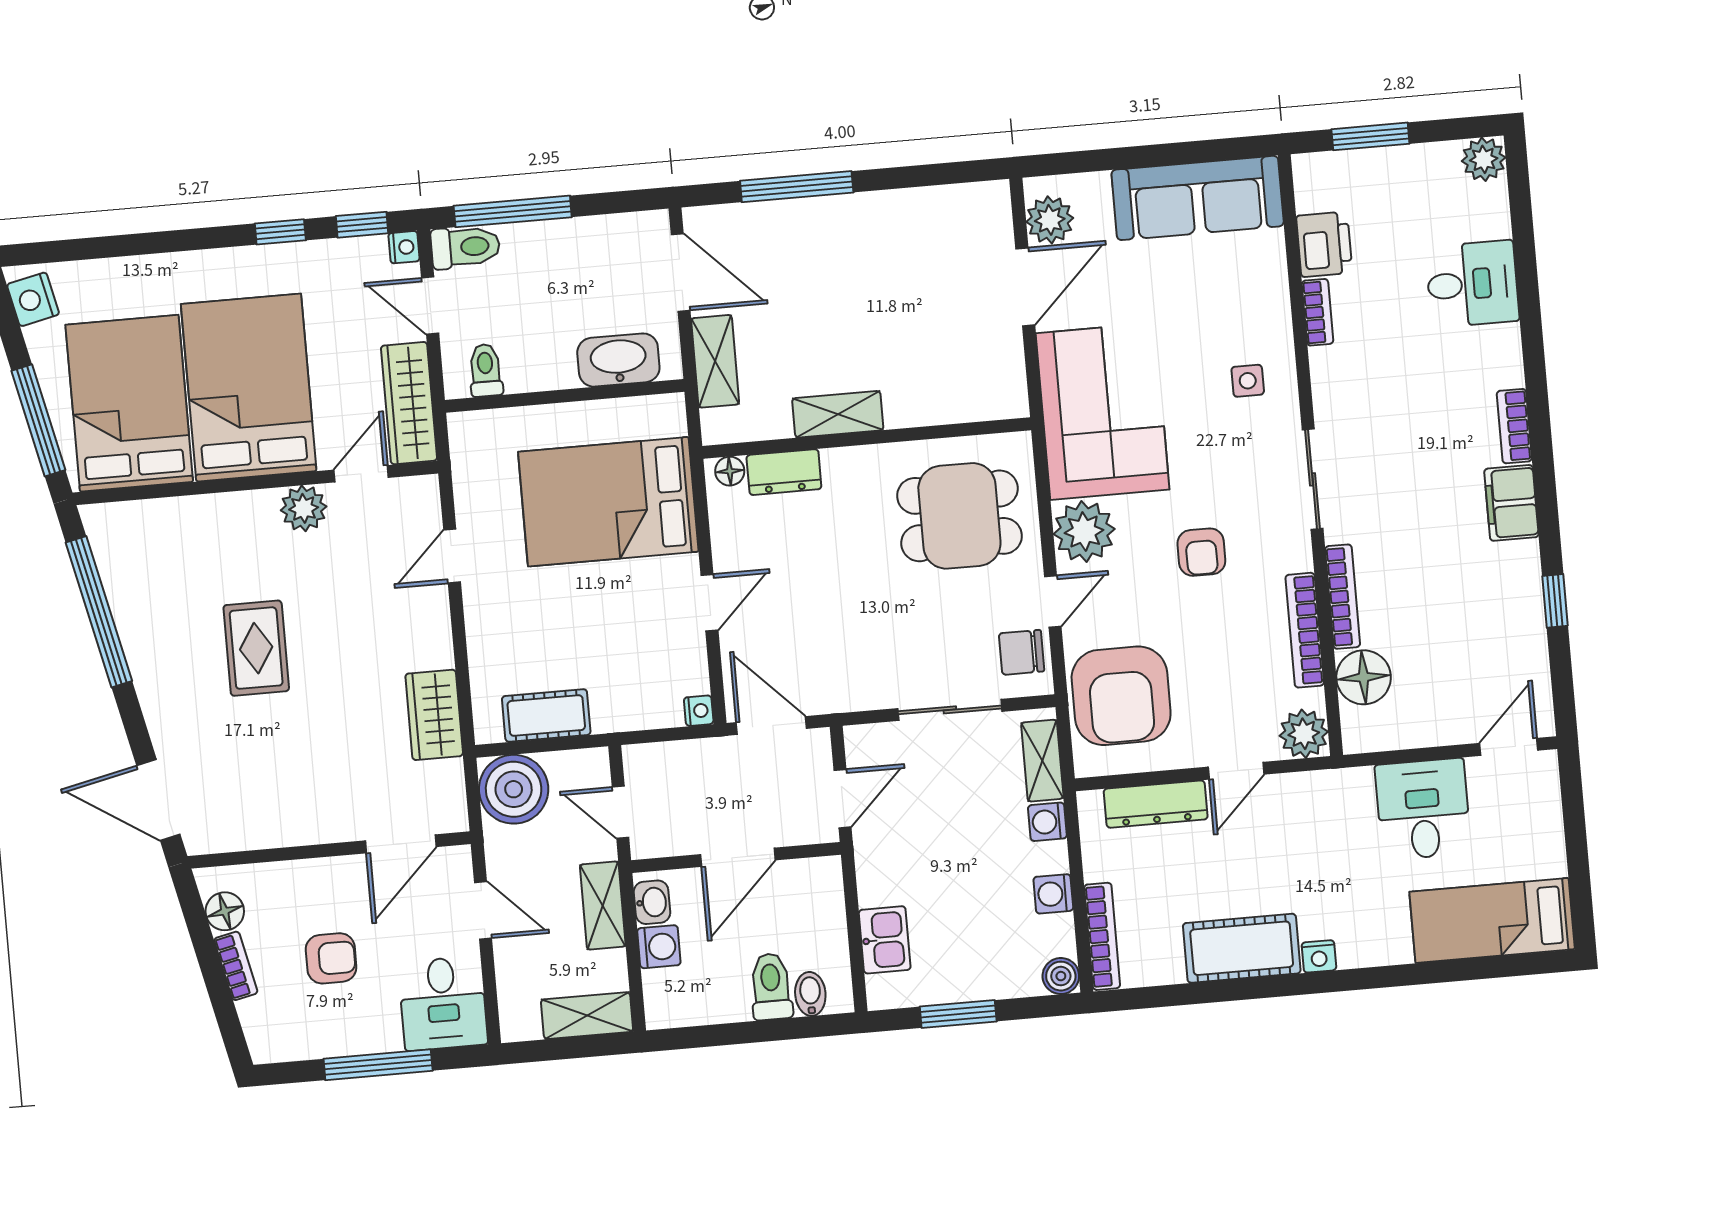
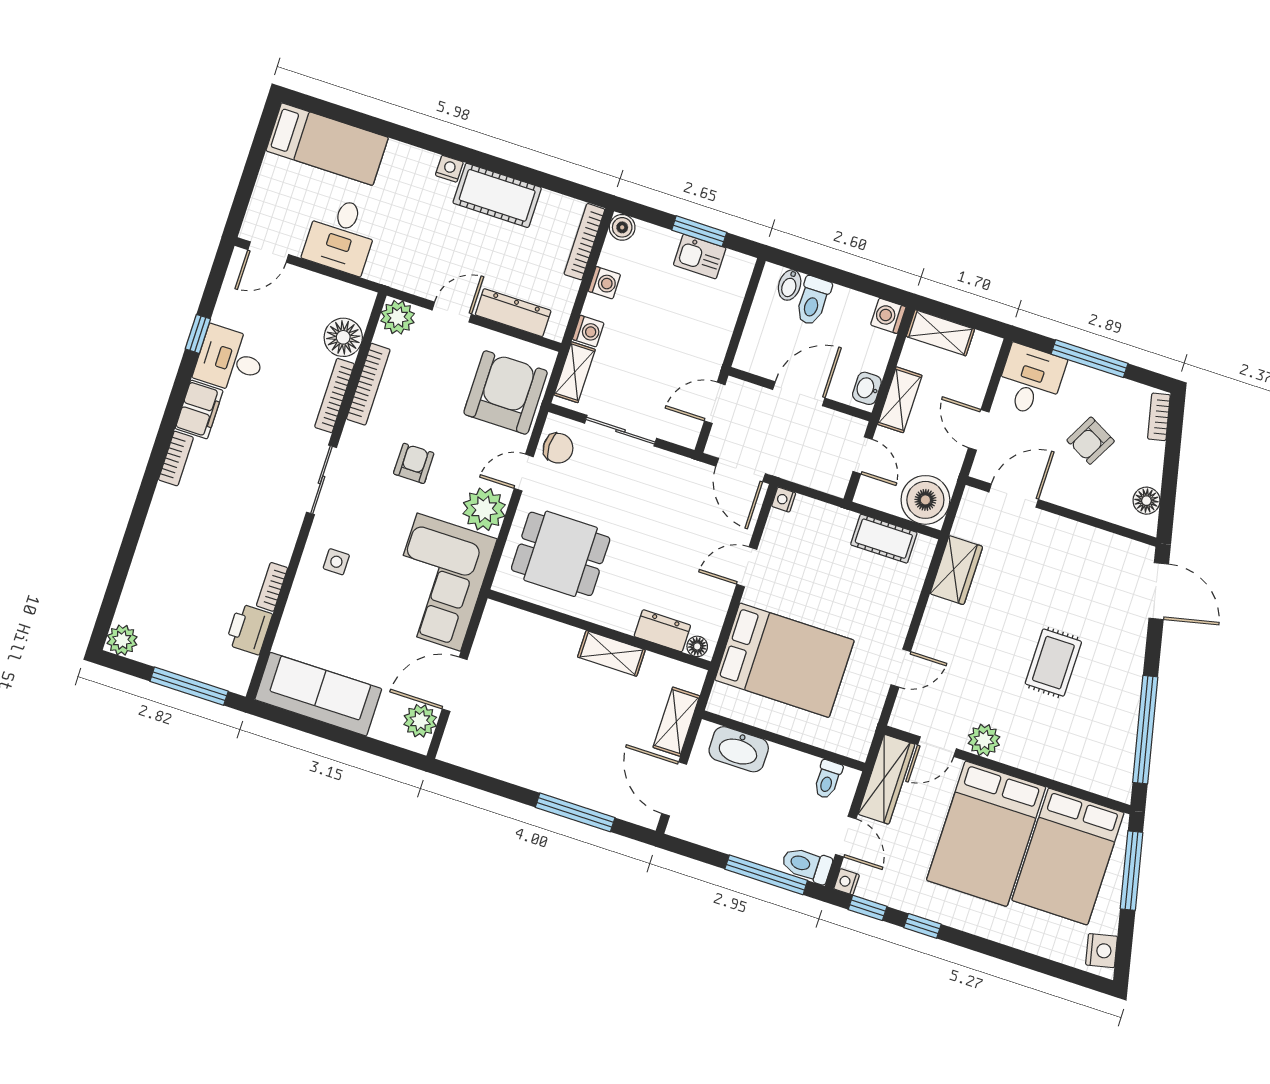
window: (1370, 136) -> (189, 686), width x1.44
desk: (1472, 284) -> (230, 360), moved
kitchen sink: (885, 940) -> (700, 256), moved, turned -90
washing machine: (659, 947) -> (888, 316), moved
armchair: (331, 958) -> (1091, 441), turned -62
bookcase: (236, 966) -> (1159, 417), moved

